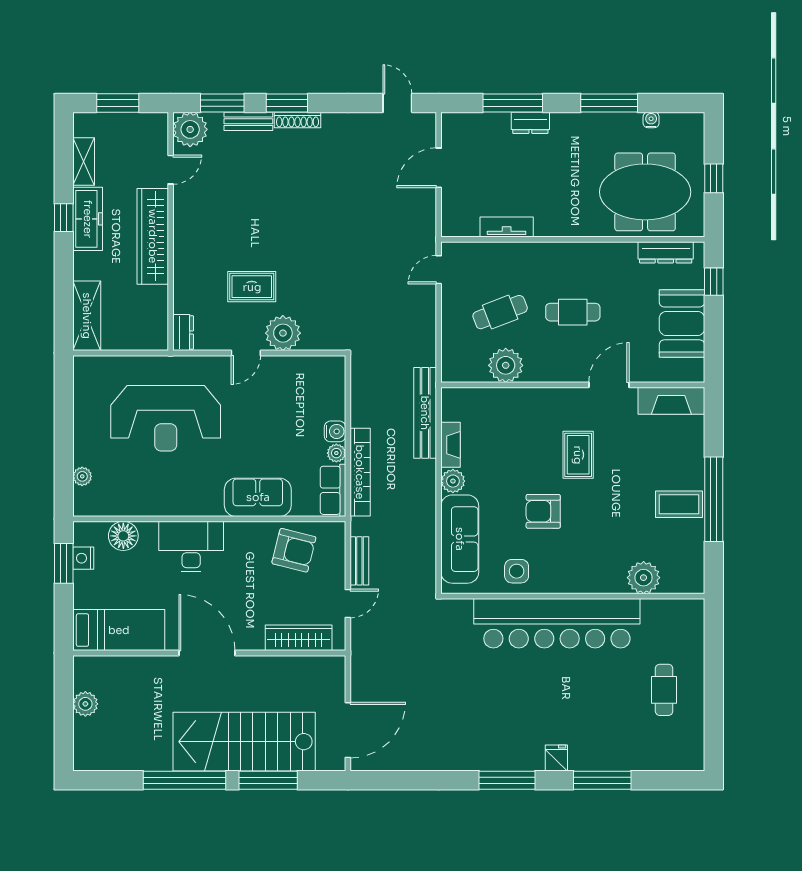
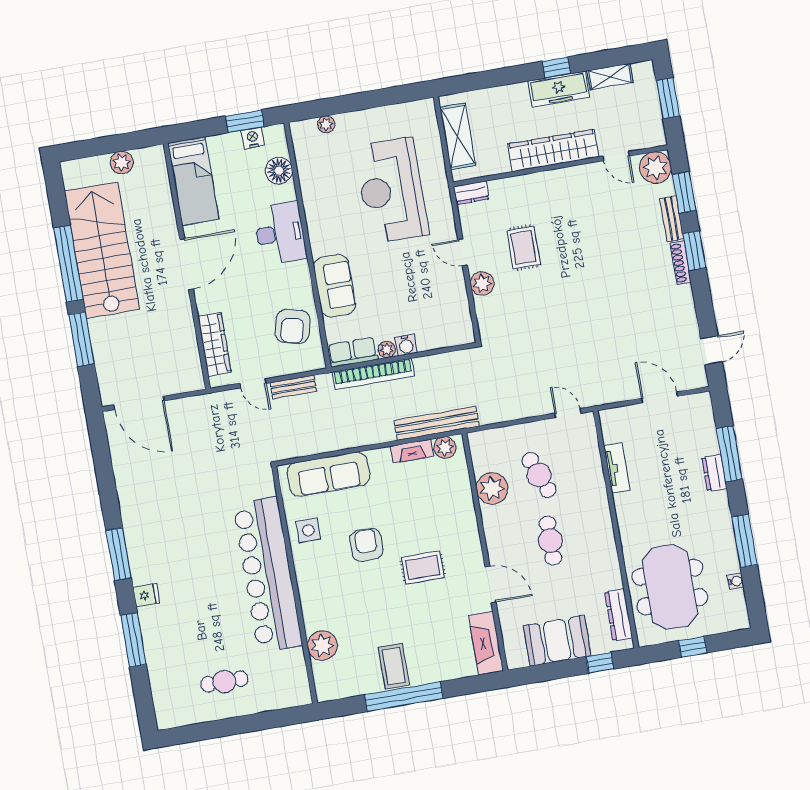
shelving: (87, 316) -> (458, 136), moved, turned 90
plant: (283, 333) -> (482, 284), width x0.73, depth x0.73
plant: (453, 481) -> (445, 448), moved
stairs: (244, 742) -> (102, 250), moved

